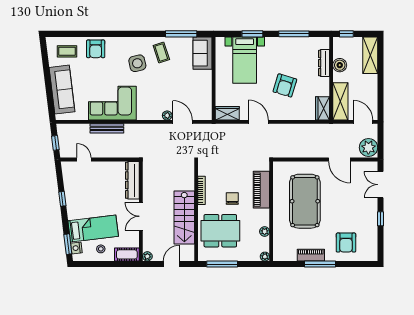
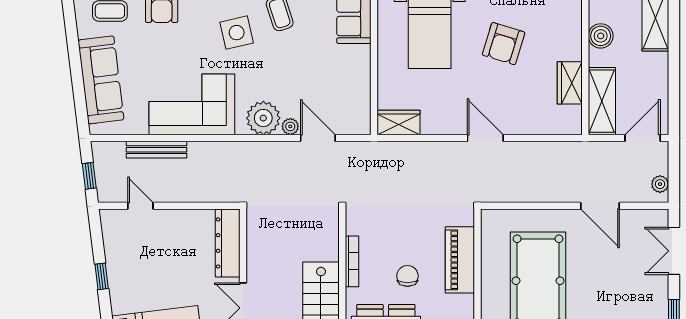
dresser: (324, 63) -> (572, 32), removed
armchair: (285, 85) -> (504, 44), moved
wardrobe: (323, 108) -> (570, 83), moved
plant: (152, 111) -> (263, 118), added
door: (258, 122) -> (485, 138), moved
door: (363, 122) -> (643, 138), hinge flipped
bench: (107, 128) -> (157, 150), moved
plant: (368, 148) -> (660, 184), width x0.53, depth x0.53

